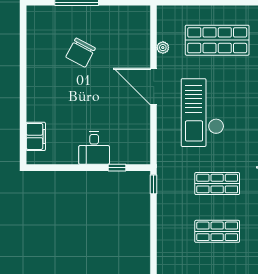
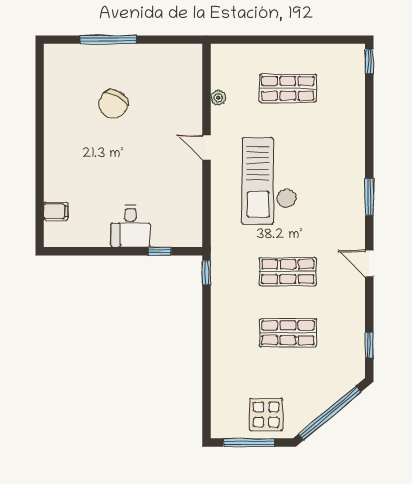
shop shelf: (217, 40) -> (288, 88), width x0.70, depth x0.74
door: (154, 86) -> (206, 147), width x0.53
filing cabinet: (36, 136) -> (56, 211), width x0.50

